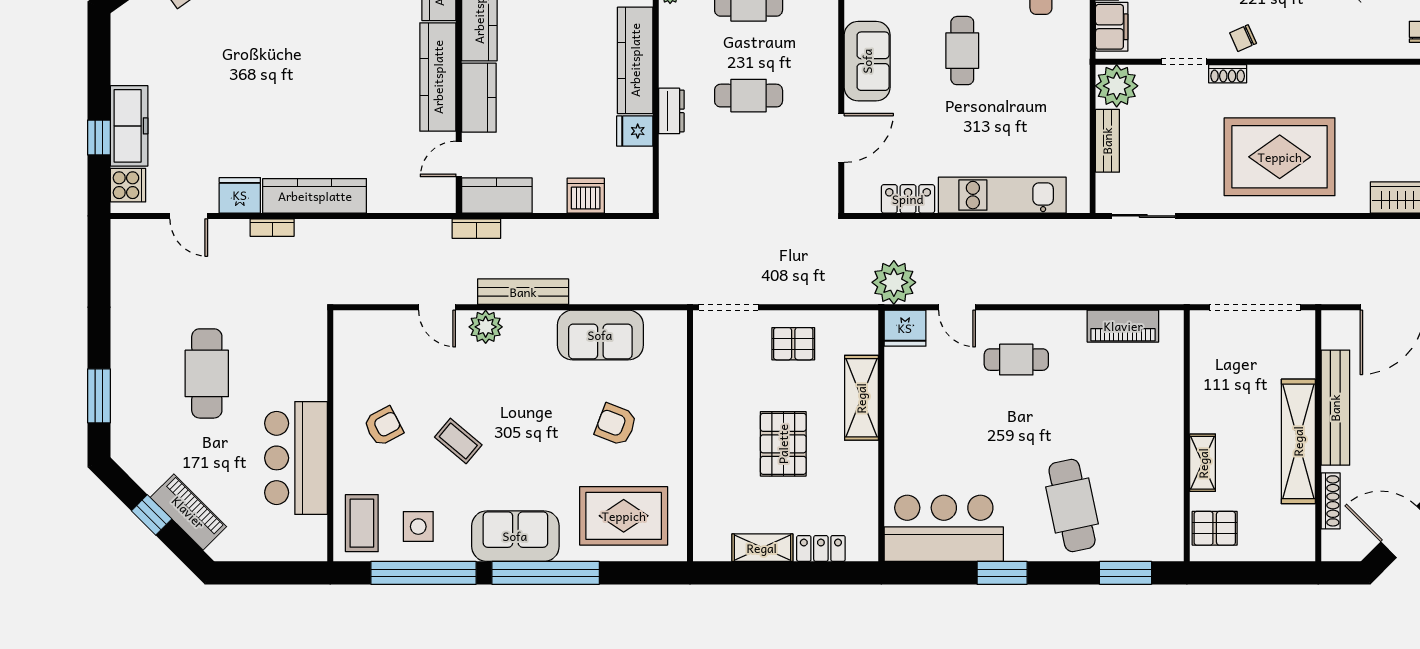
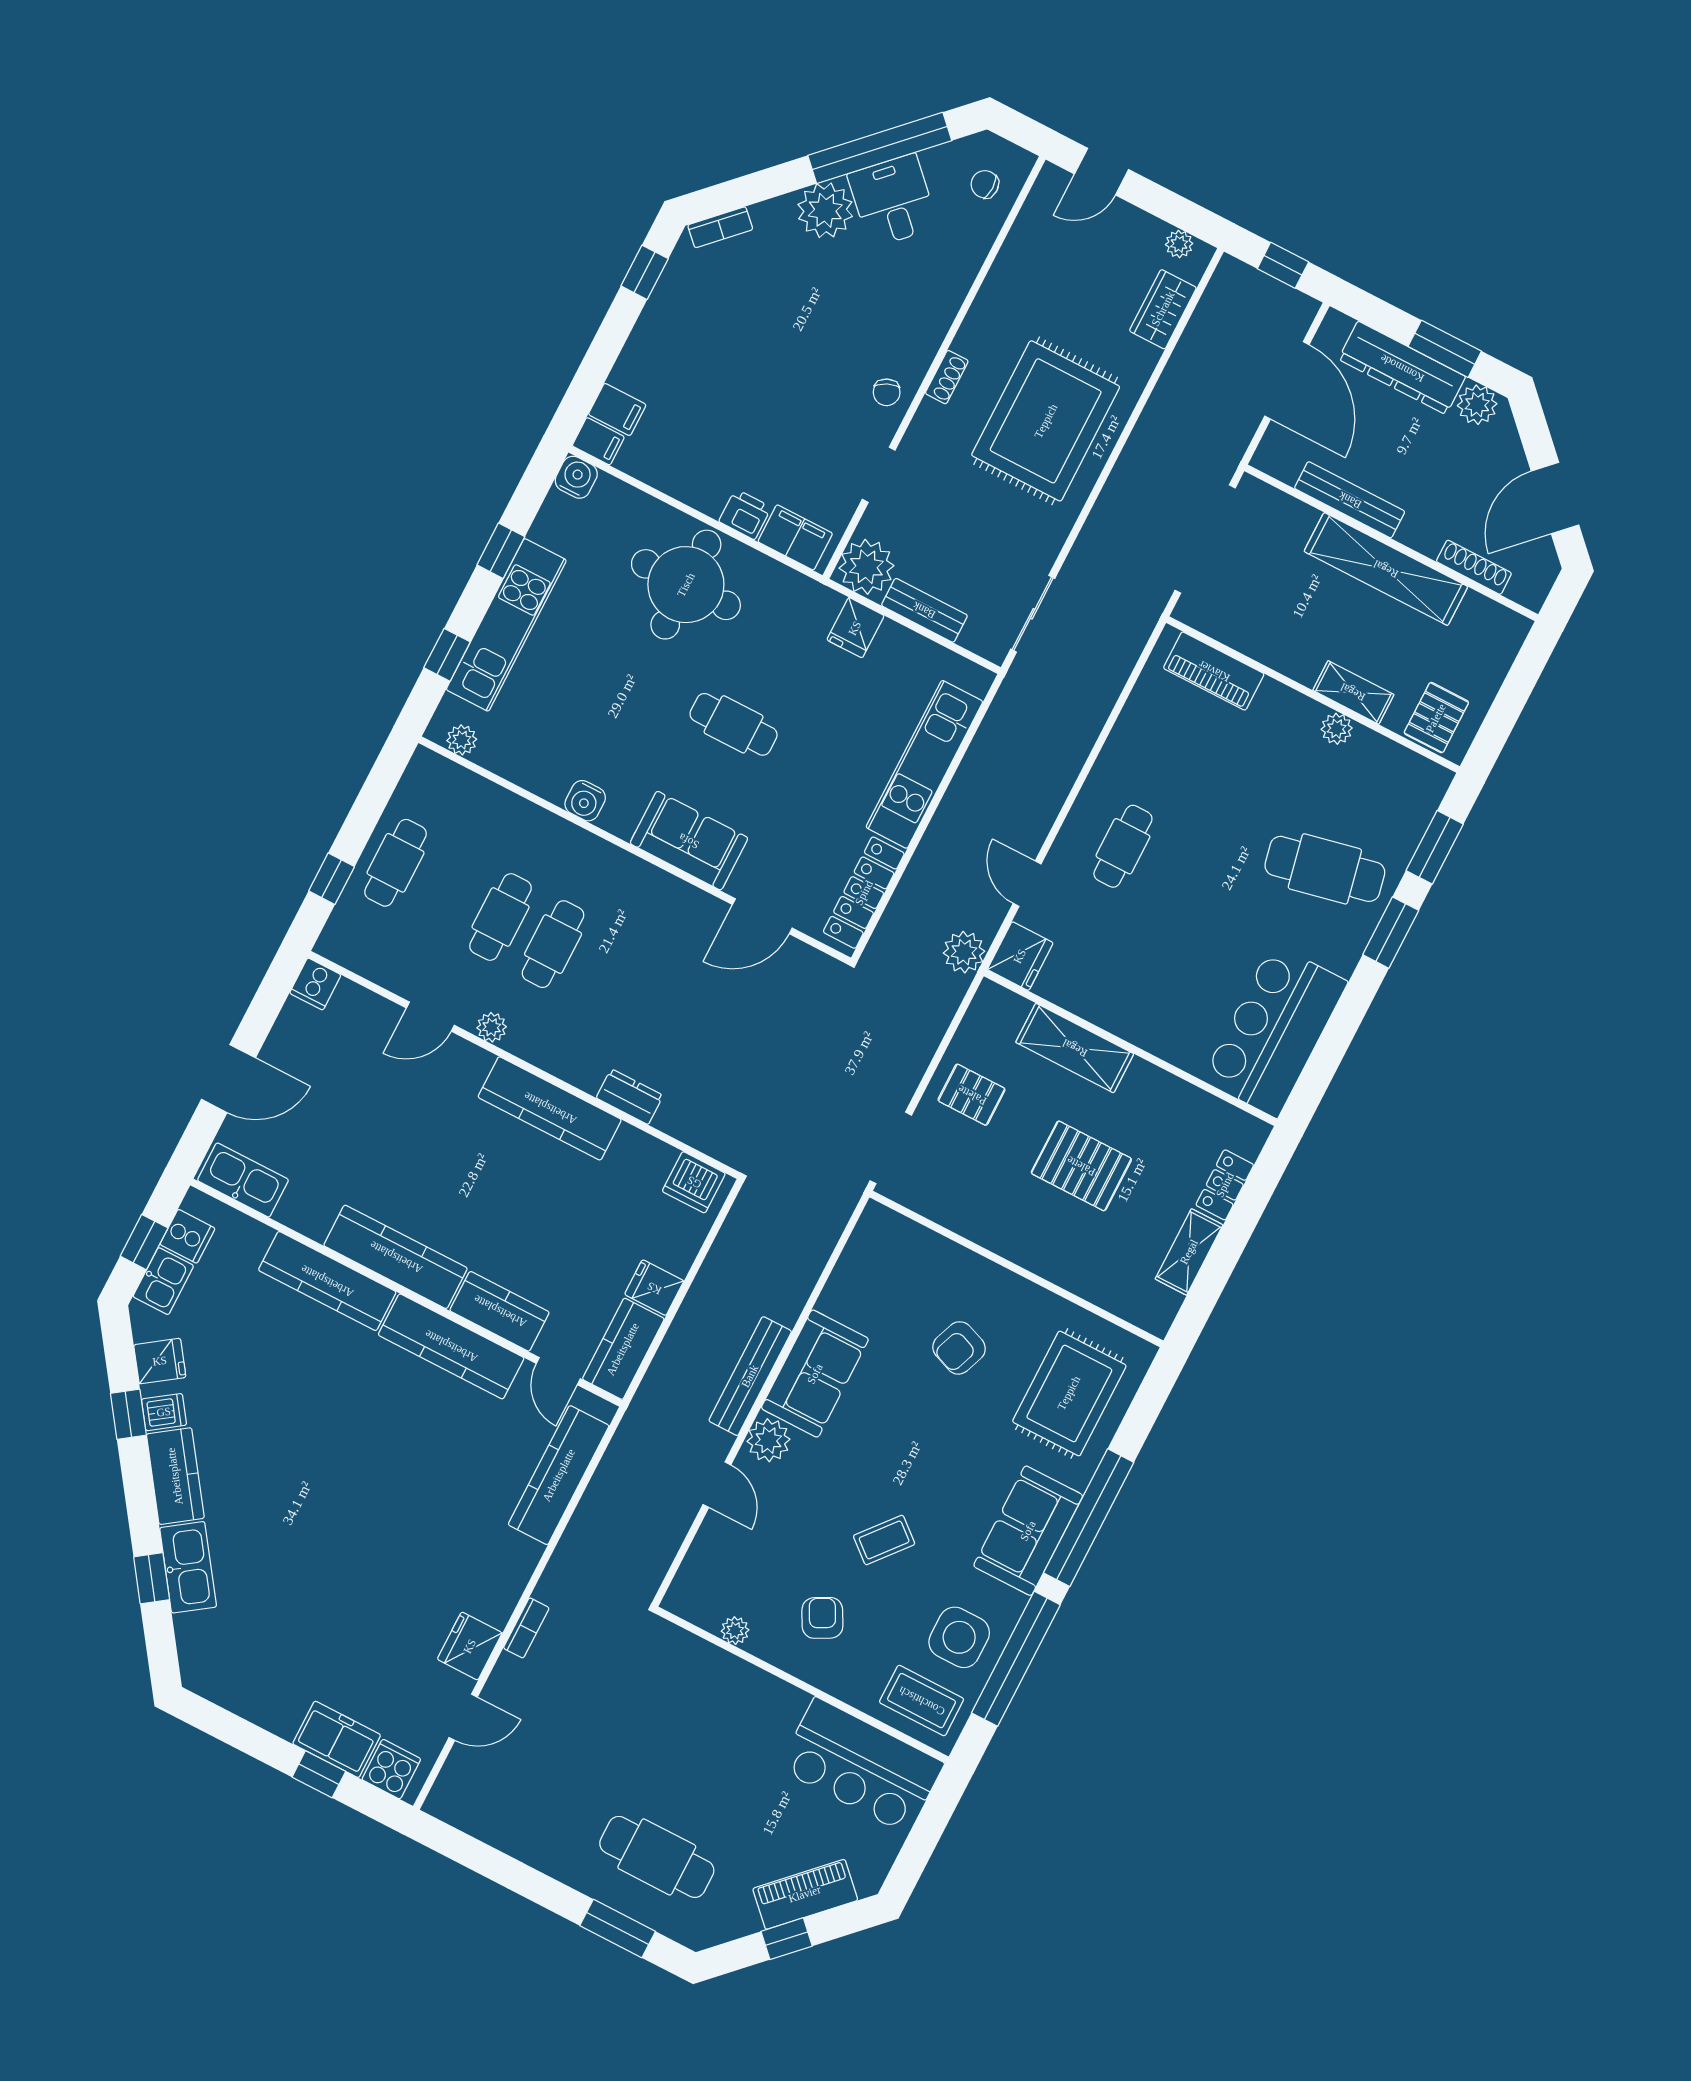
shoe rack: (1228, 74) -> (947, 377), moved
cafe table: (749, 96) -> (658, 998), removed
fridge: (1071, 100) -> (855, 628), added
freezer: (129, 126) -> (337, 1739), width x0.71
fridge: (635, 131) -> (654, 1288), moved, turned 90
door: (841, 138) -> (762, 916), swing flipped
kitchen counter: (315, 196) -> (559, 1475), moved
dishwasher: (586, 196) -> (694, 1182), moved, turned -90
locker: (908, 199) -> (864, 893), width x1.53
bookcase: (476, 229) -> (649, 1392), removed
plant: (894, 282) -> (964, 952), width x0.73, depth x0.73
door: (437, 307) -> (717, 1485), hinge flipped
door: (957, 307) -> (1027, 884), swing flipped
piano: (1123, 326) -> (1214, 671), moved, turned 90
sofa: (600, 335) -> (815, 1374), moved
pallet: (793, 344) -> (972, 1095), turned 90
plant: (344, 371) -> (735, 1631), added
cafe table: (207, 373) -> (657, 1857), moved
bench: (1335, 408) -> (1350, 500), width x0.73, depth x0.82
bar counter: (296, 458) -> (861, 1766), moved
plant: (1172, 464) -> (1337, 729), added
side table: (418, 527) -> (959, 1637), width x1.37, depth x1.37
window: (1002, 573) -> (1391, 933), moved

